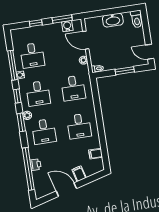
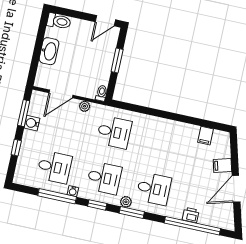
water cooler: (67, 26) -> (32, 123), moved
desk: (79, 126) -> (164, 143), removed

